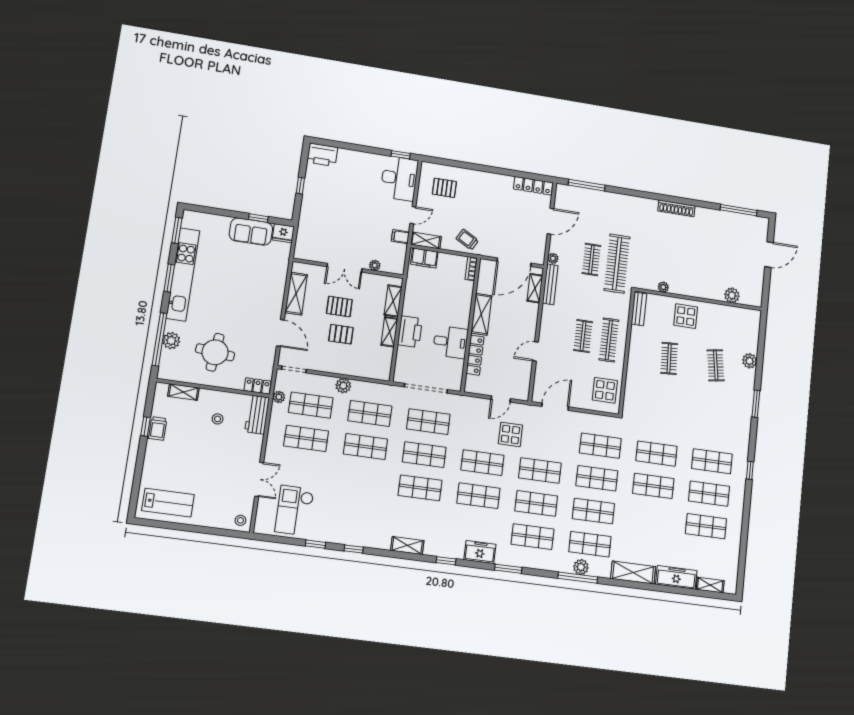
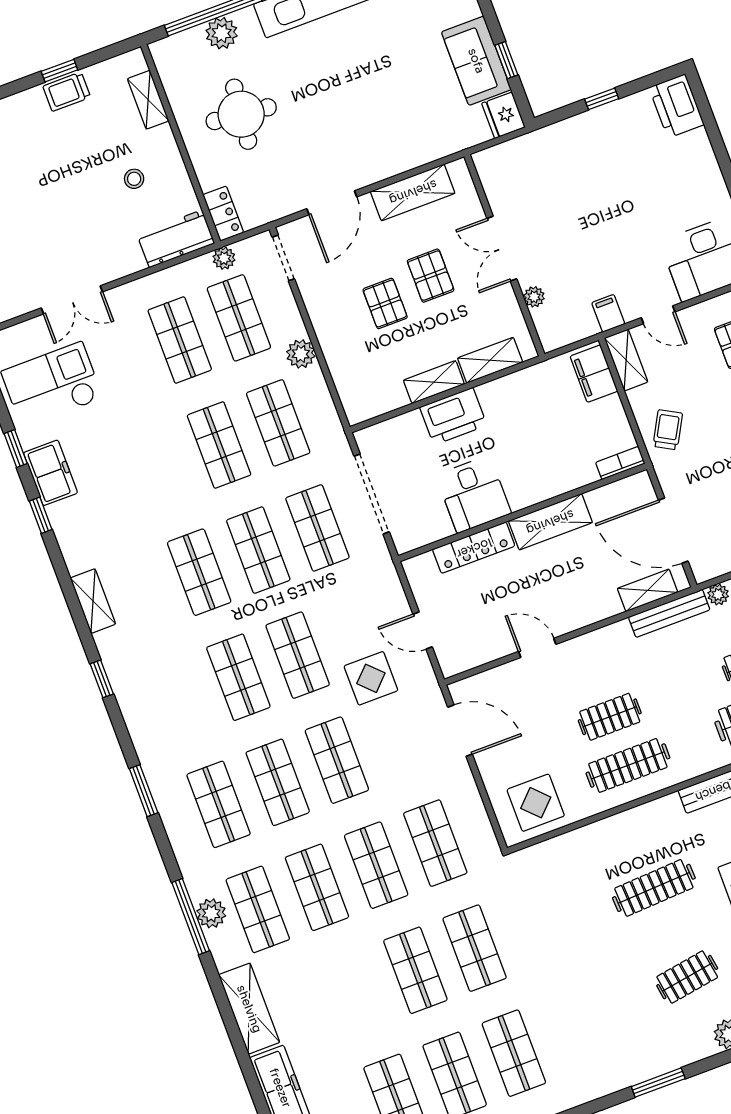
clothes rail: (669, 358) -> (654, 888), width x1.36
freezer: (480, 552) -> (50, 473), moved

